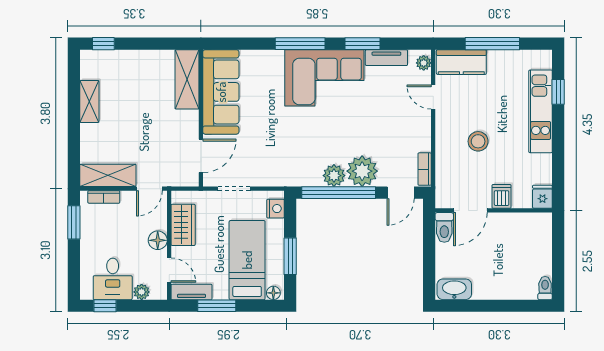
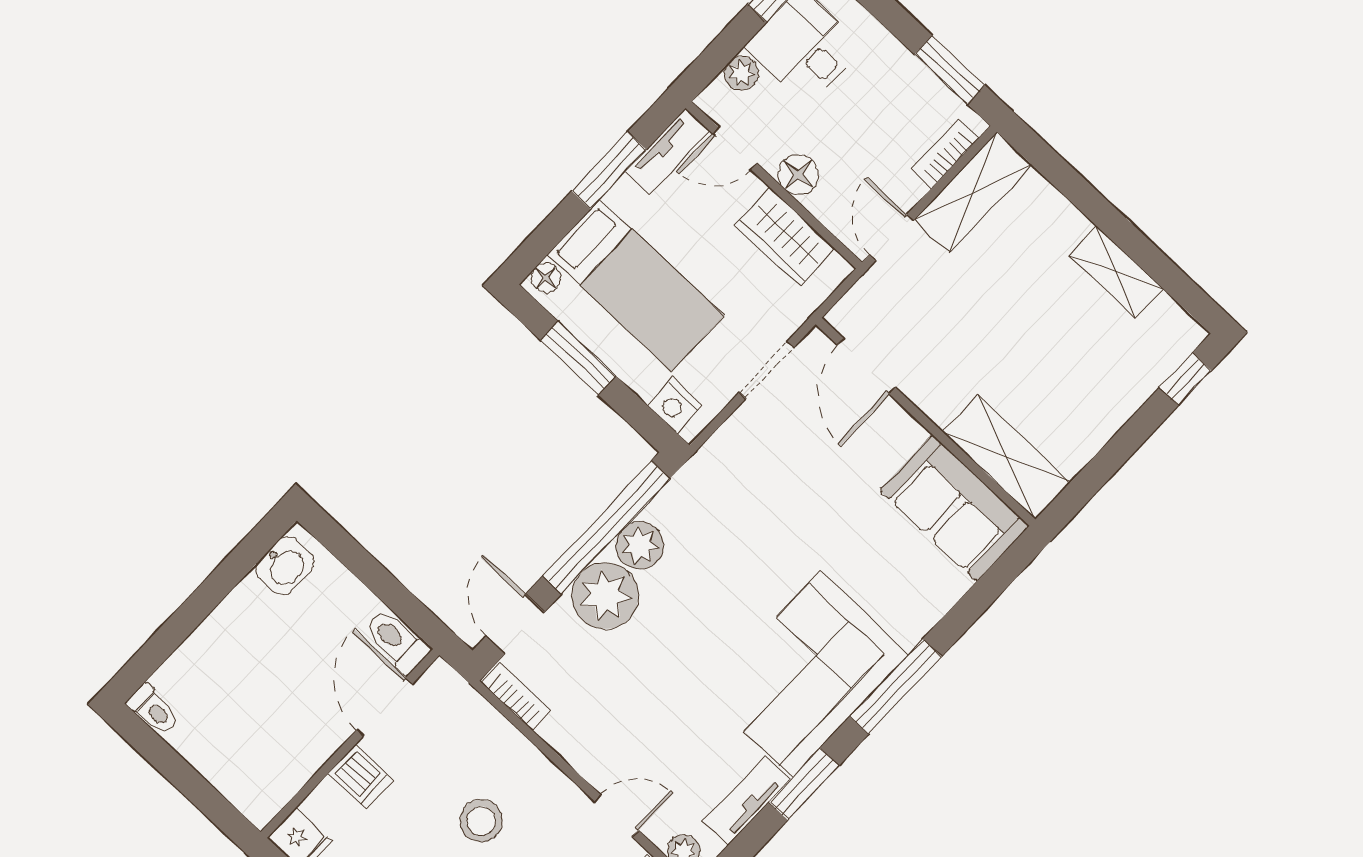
sofa: (221, 92) -> (955, 508), width x0.73
washbasin: (454, 289) -> (285, 566), width x0.72

